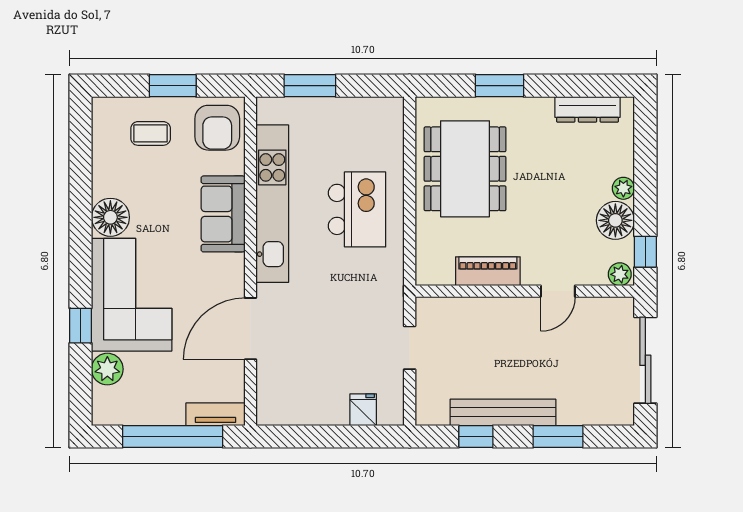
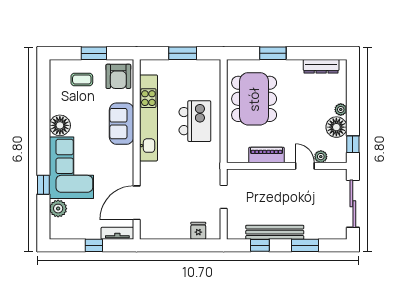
window: (310, 86) -> (183, 53), moved
plant: (620, 274) -> (321, 157), moved
door: (558, 291) -> (305, 166), swing flipped
door: (250, 329) -> (137, 203), moved
window: (173, 437) -> (94, 245), width x0.32

